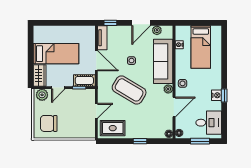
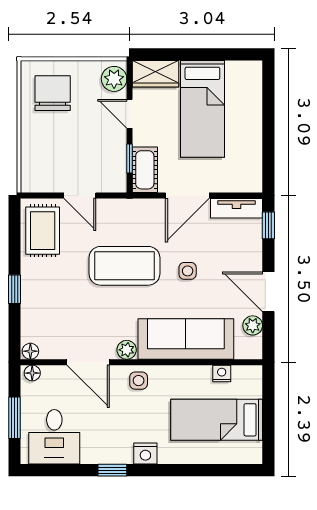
coffee table: (129, 90) -> (124, 266), turned 59
nightstand: (217, 95) -> (145, 453), moved

